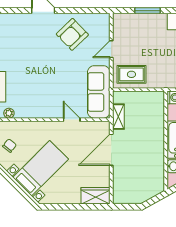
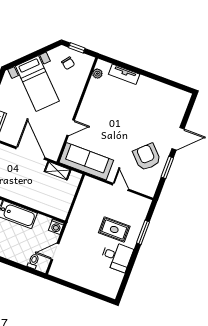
window: (75, 11) -> (167, 167), added
rug: (131, 74) -> (114, 229), moved, turned 90

